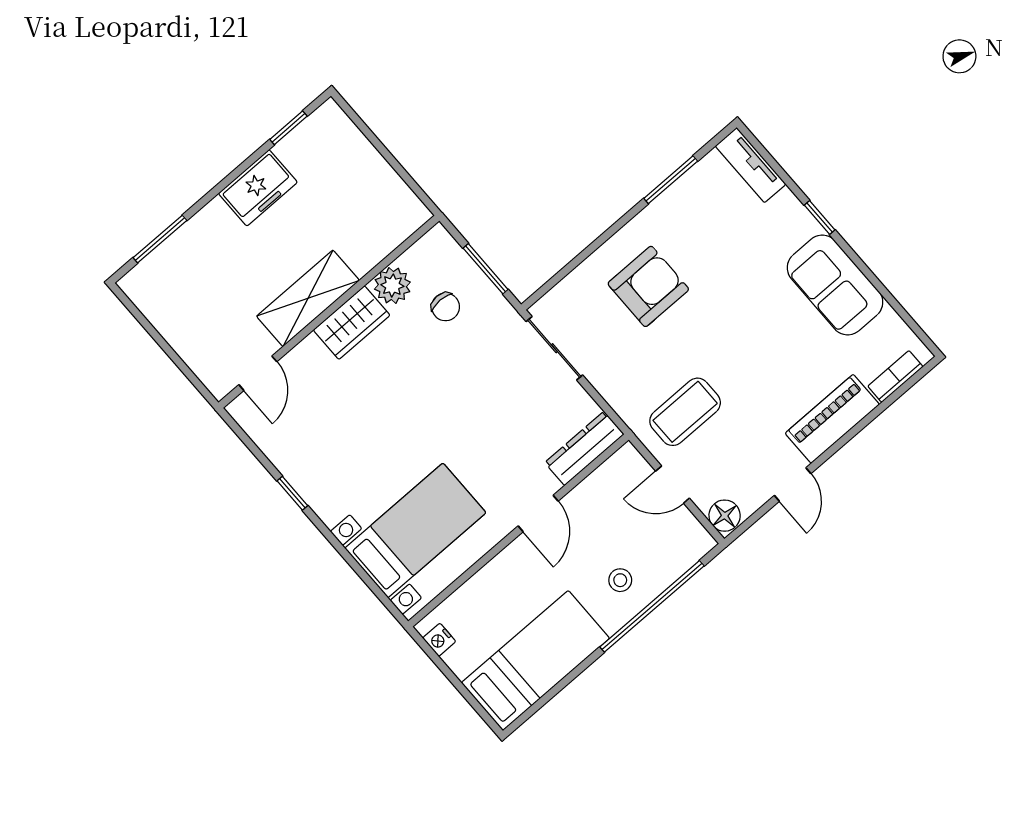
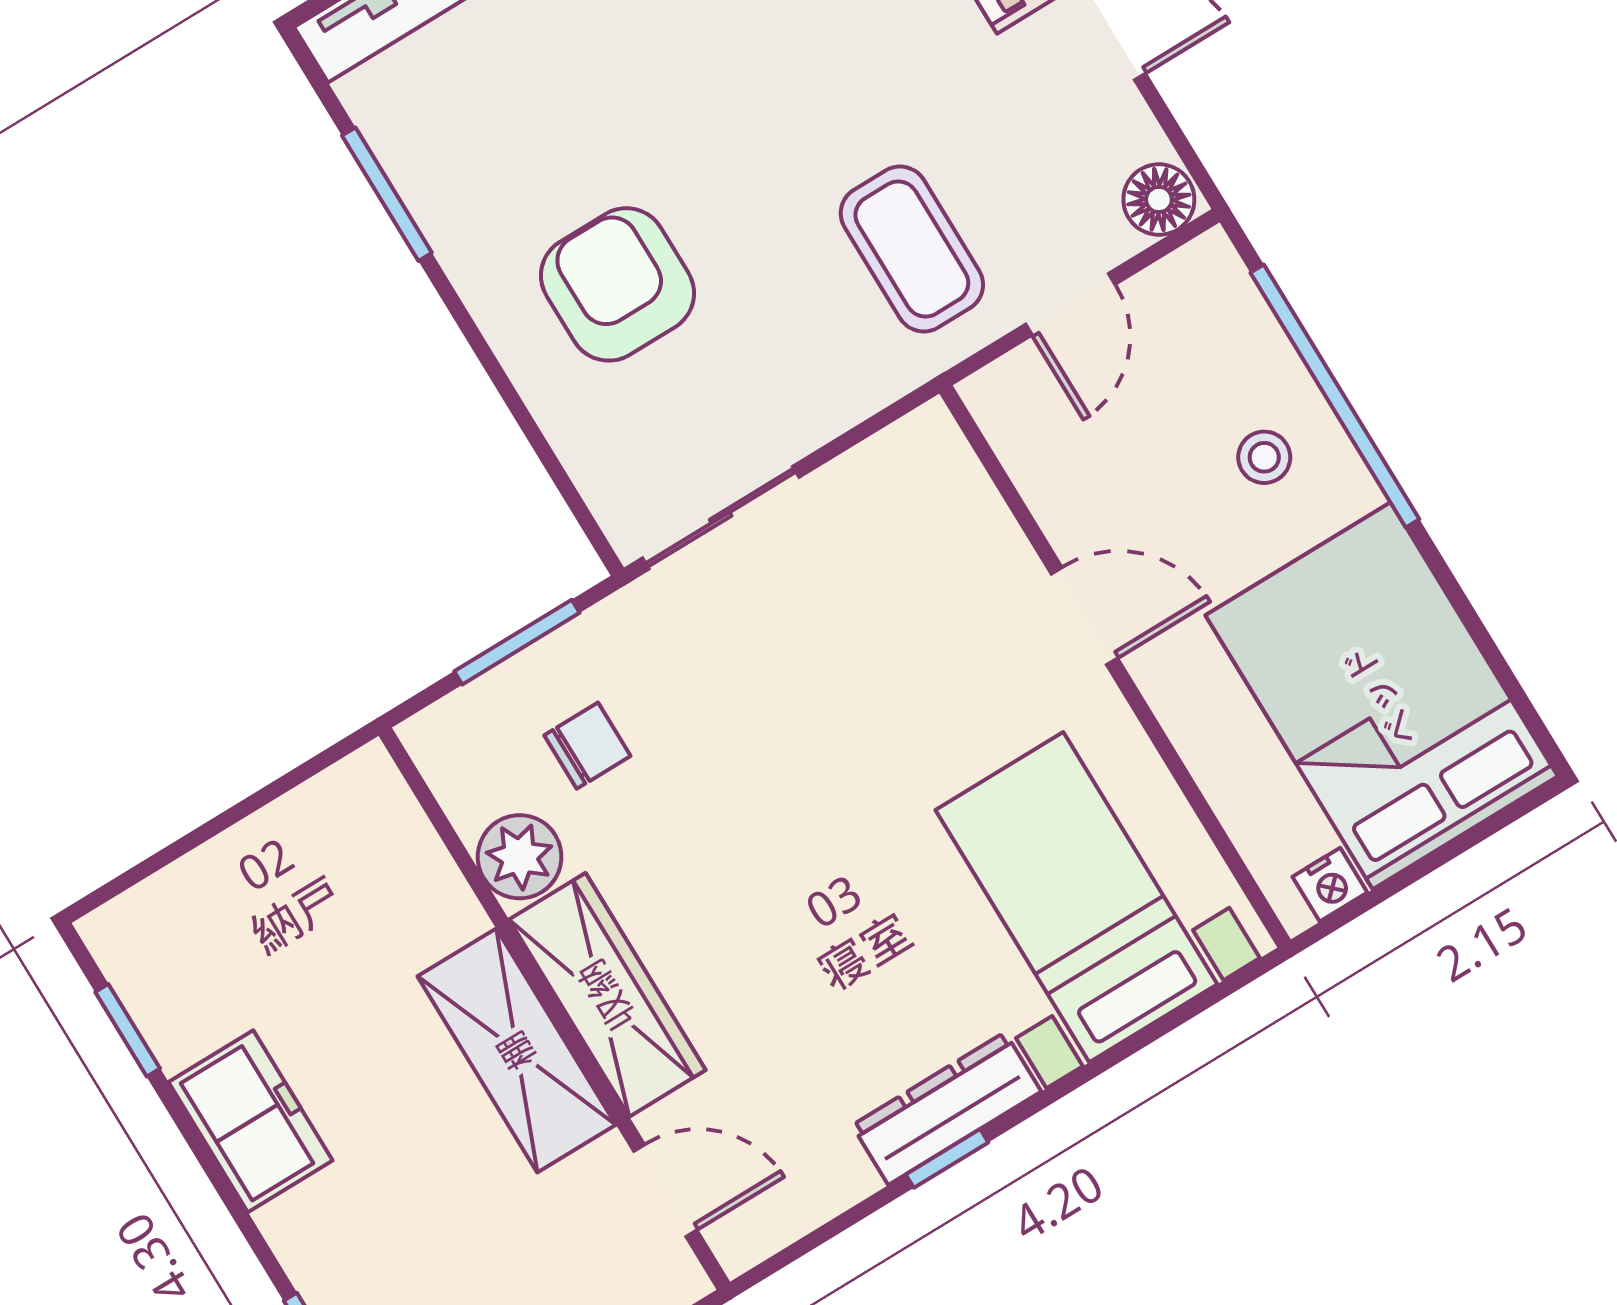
wardrobe: (352, 323) -> (607, 995), width x1.50
dresser: (584, 448) -> (947, 1108), moved, turned 90
bed: (536, 661) -> (1382, 696), width x1.50

